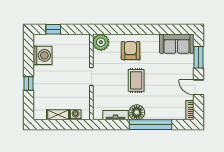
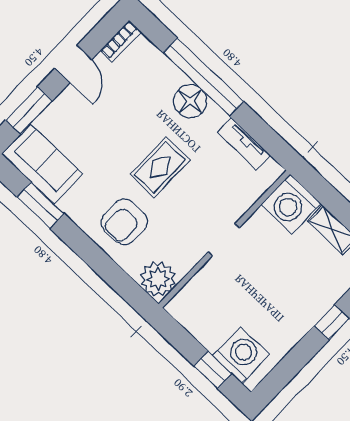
window: (164, 29) -> (40, 205), added
washing machine: (42, 55) -> (241, 355), moved, turned 90
floor lamp: (137, 112) -> (190, 101), moved
washing machine: (76, 115) -> (291, 204), width x1.89, depth x1.89

